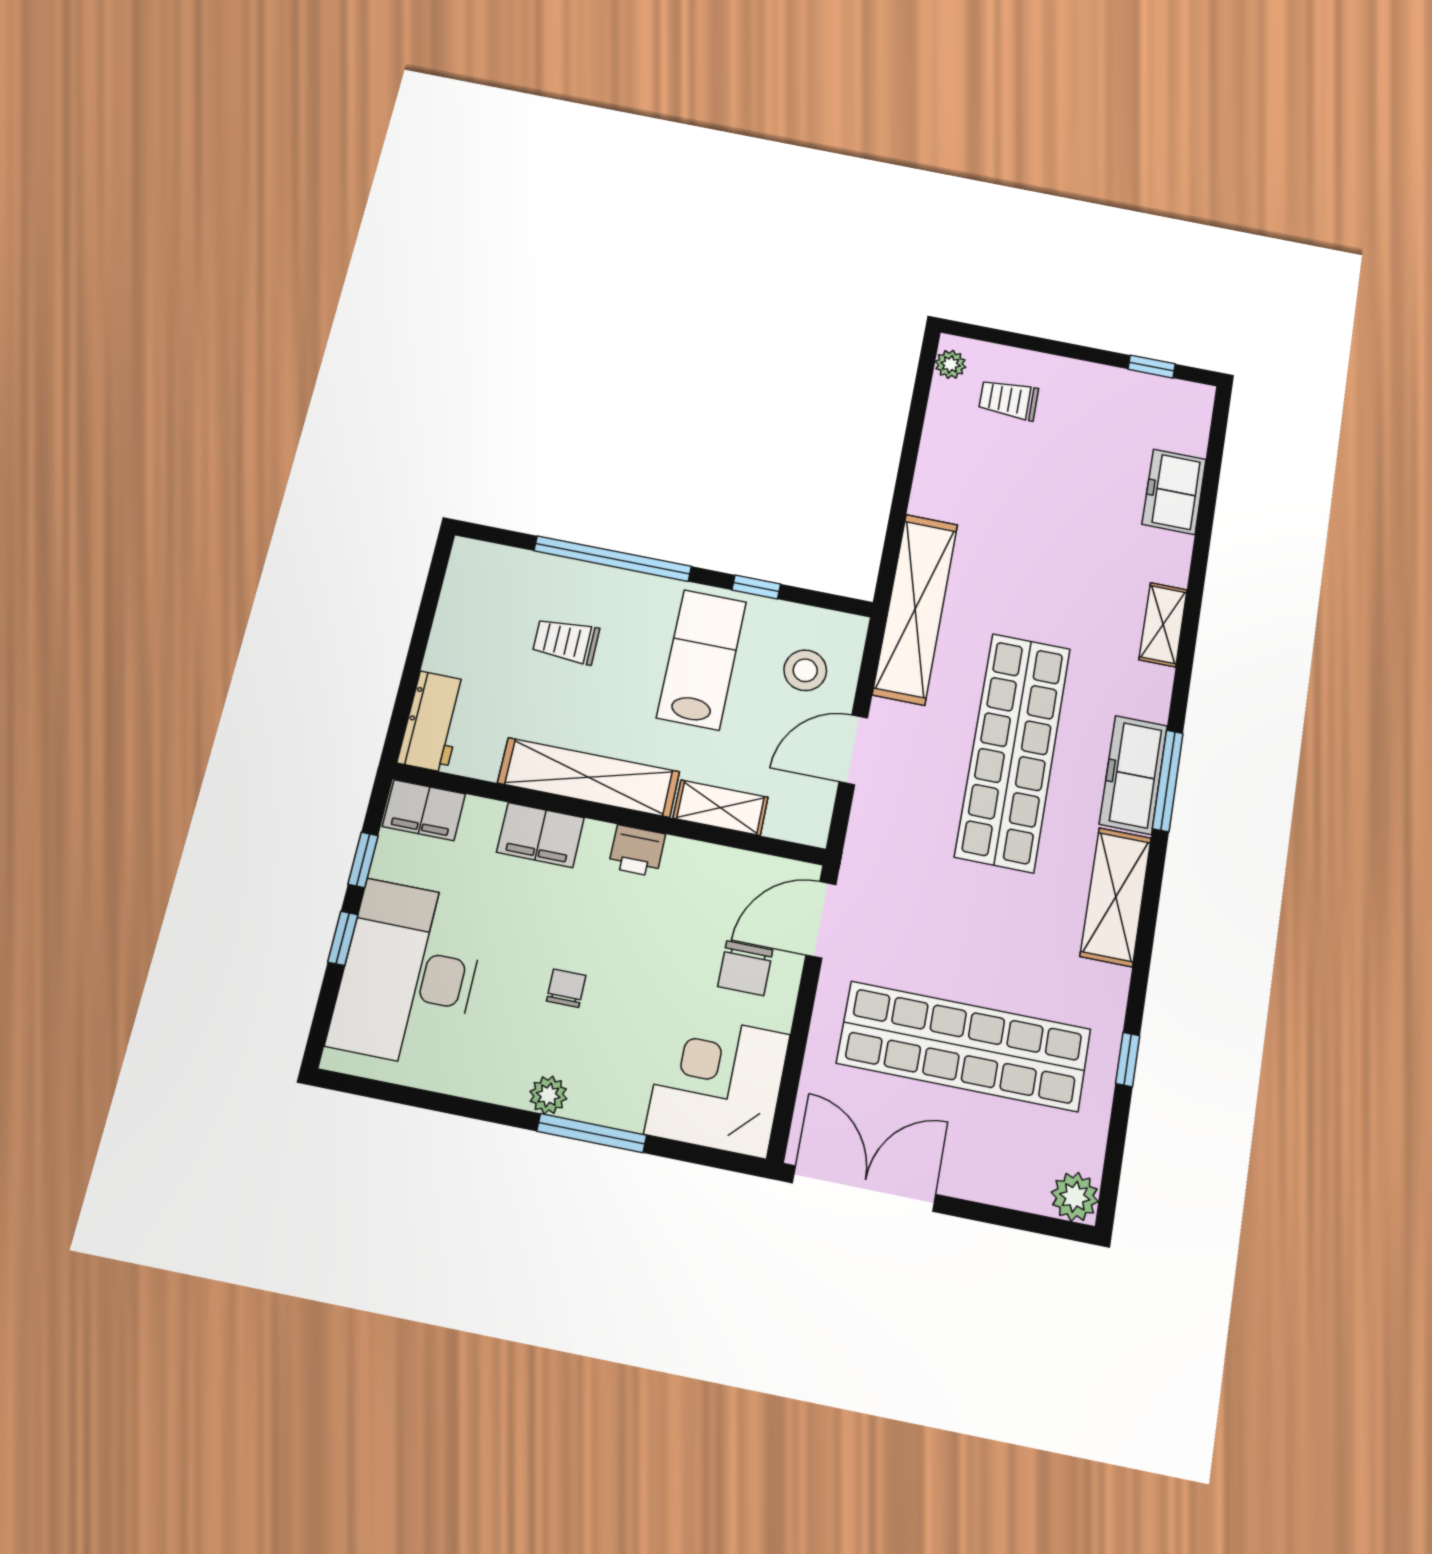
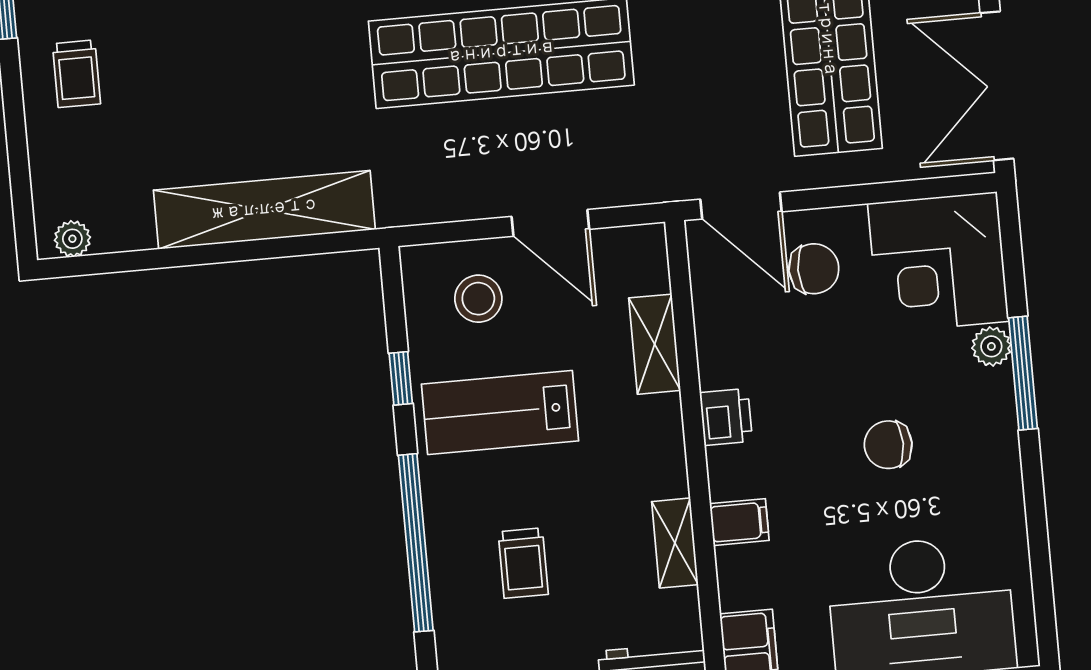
trolley: (1009, 400) -> (76, 74), moved
shelving: (915, 609) -> (264, 210), moved
shelving: (589, 777) -> (675, 543), width x0.45, depth x0.75
filing cabinet: (540, 835) -> (739, 522), width x0.50
chair: (566, 988) -> (888, 445), width x1.37, depth x1.37
plant: (548, 1095) -> (991, 346), moved

